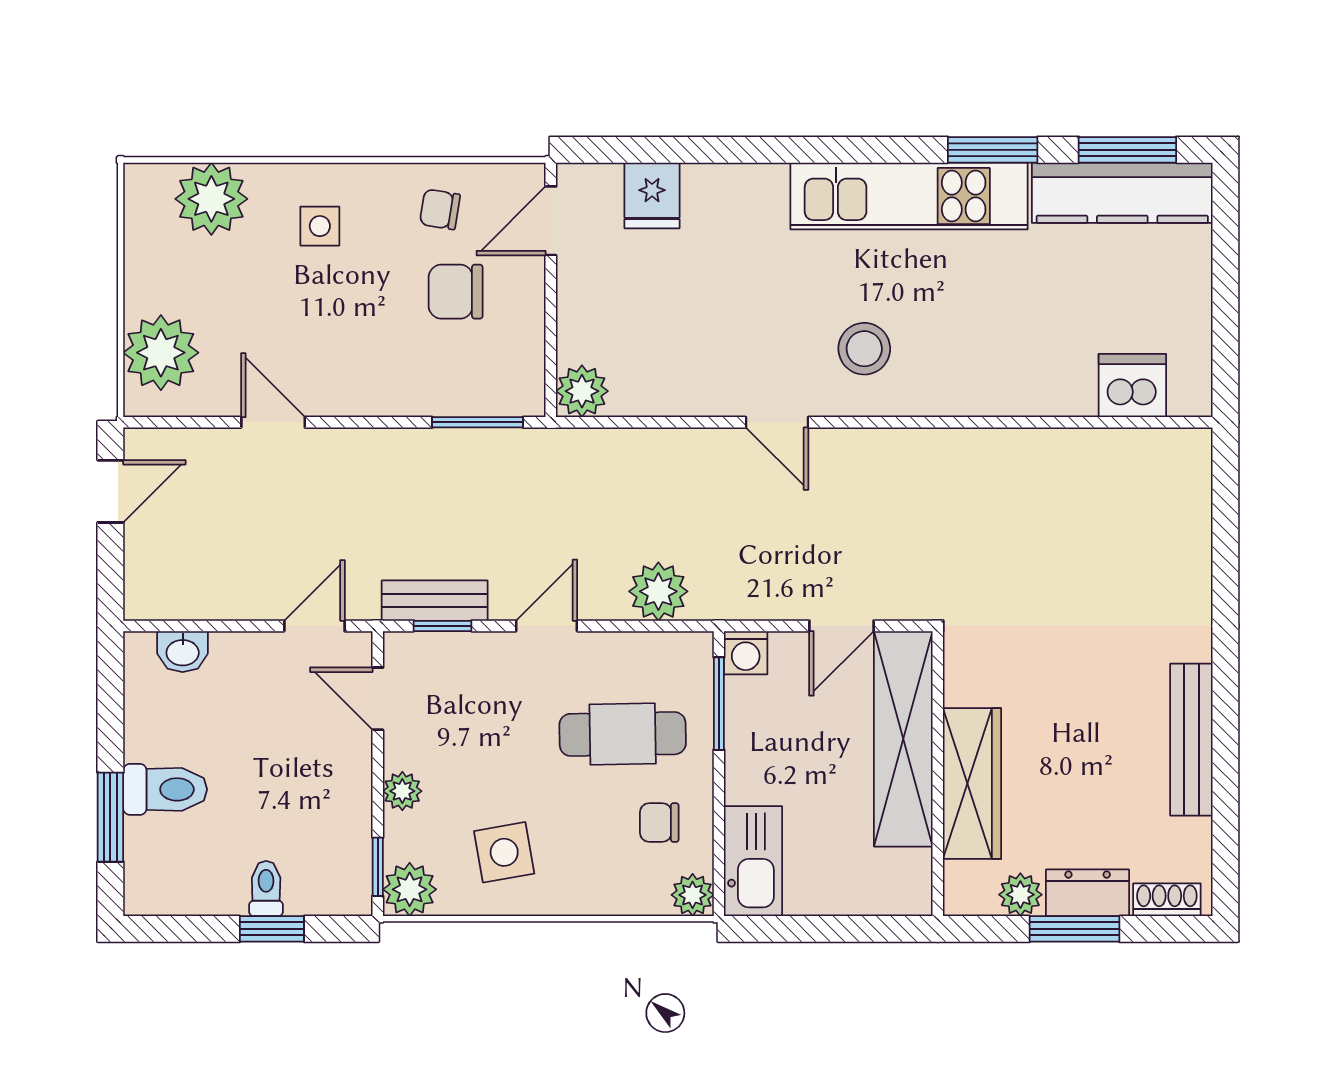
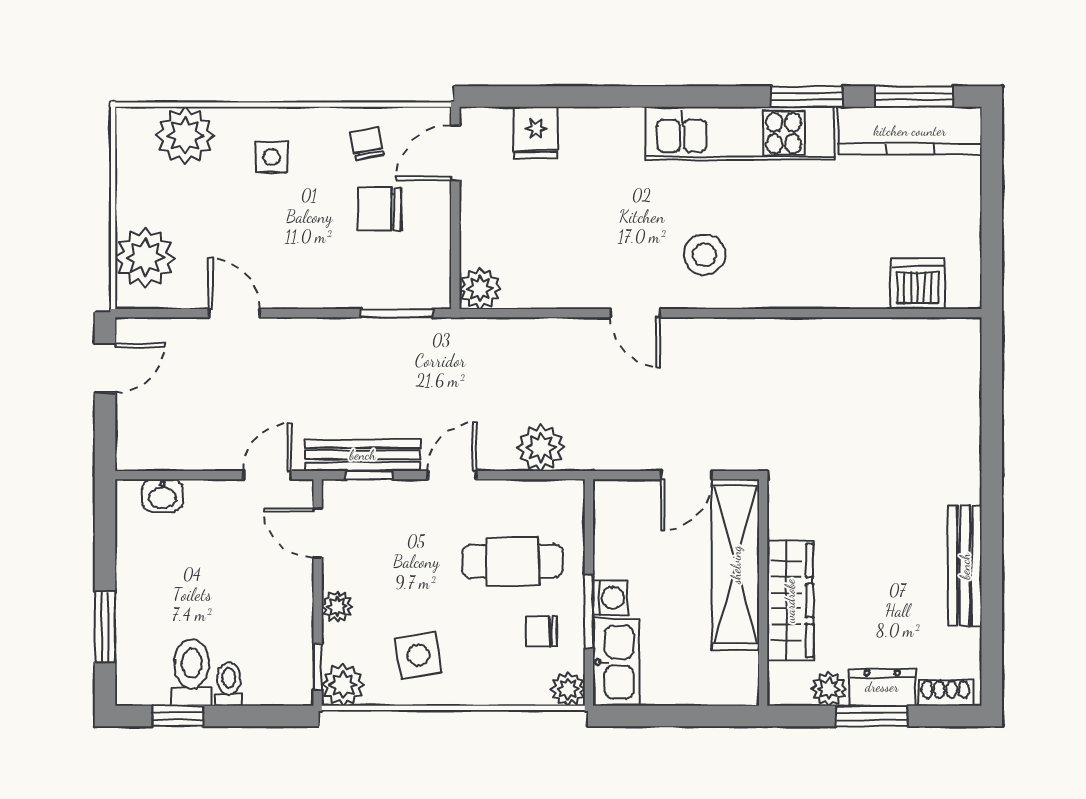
chair: (440, 209) -> (367, 144), turned 69
bench: (435, 601) -> (363, 455), width x1.36
washing machine: (746, 653) -> (610, 598), moved, turned -90
window: (719, 704) -> (589, 611), moved
toilet: (165, 789) -> (192, 673), moved, turned -90
window: (272, 929) -> (178, 716), moved

